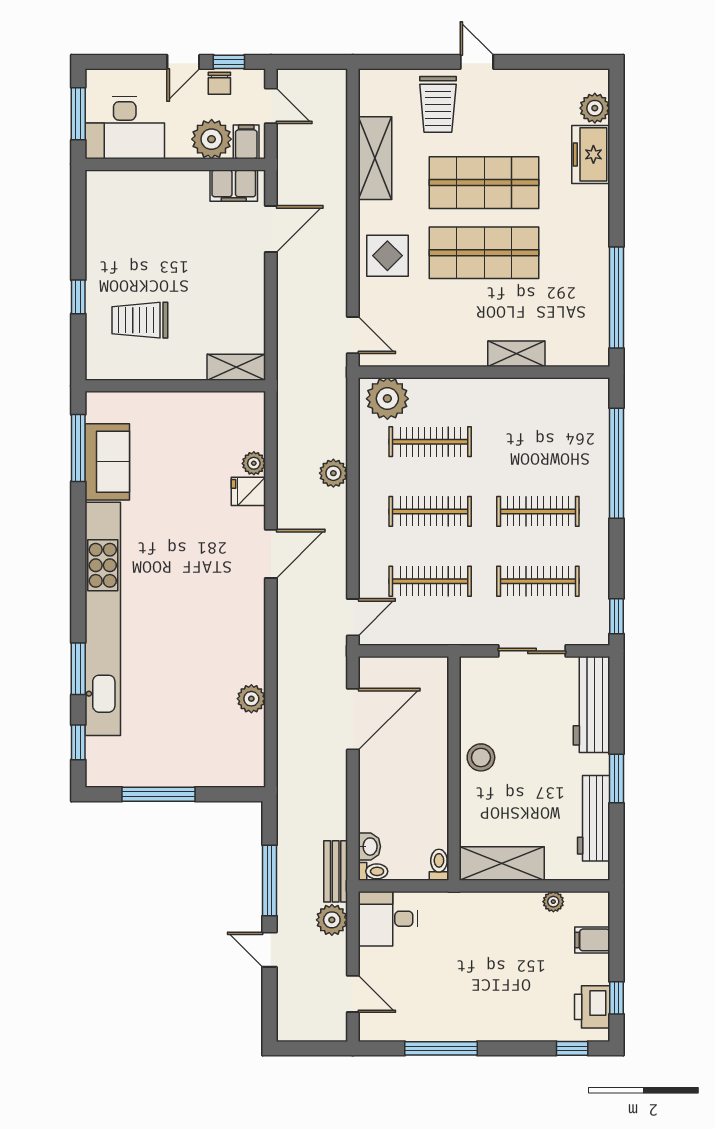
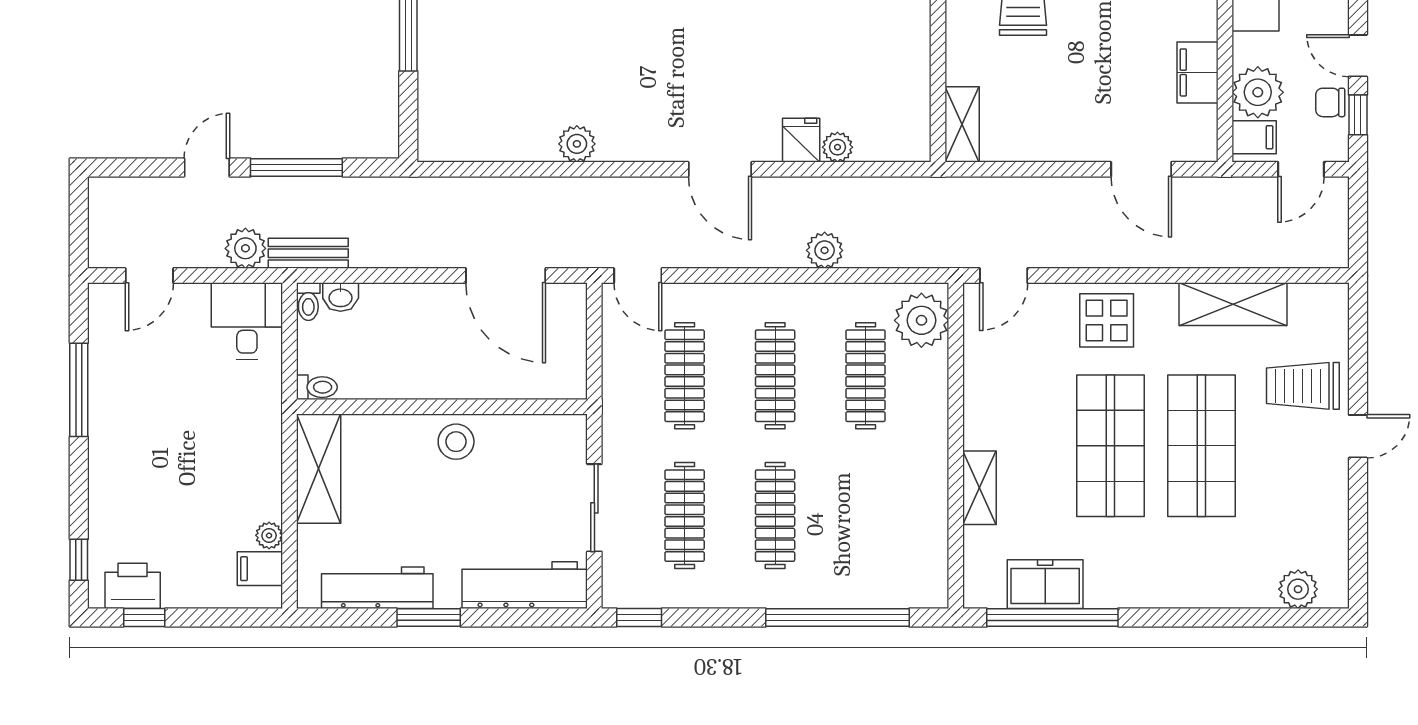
freezer: (591, 154) -> (1045, 584), moved
filing cabinet: (234, 186) -> (1198, 72), moved
plant: (251, 699) -> (577, 144), moved
filing cabinet: (592, 940) -> (260, 569), moved, turned -90

